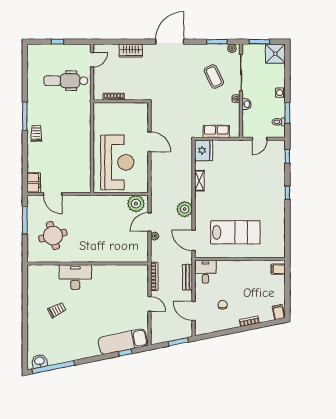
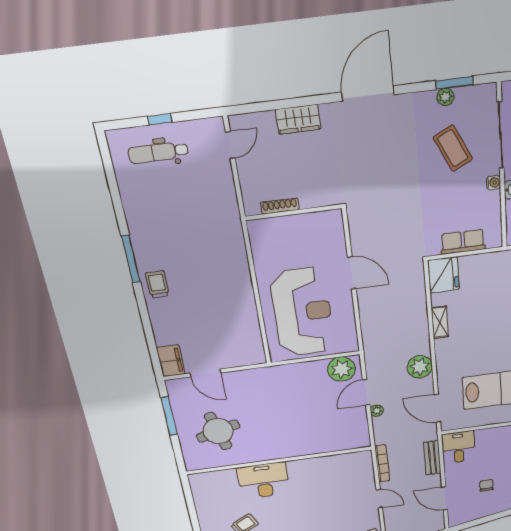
plant: (232, 48) -> (445, 97), moved
dental chair: (66, 81) -> (158, 152), moved, width x0.73, depth x0.72

